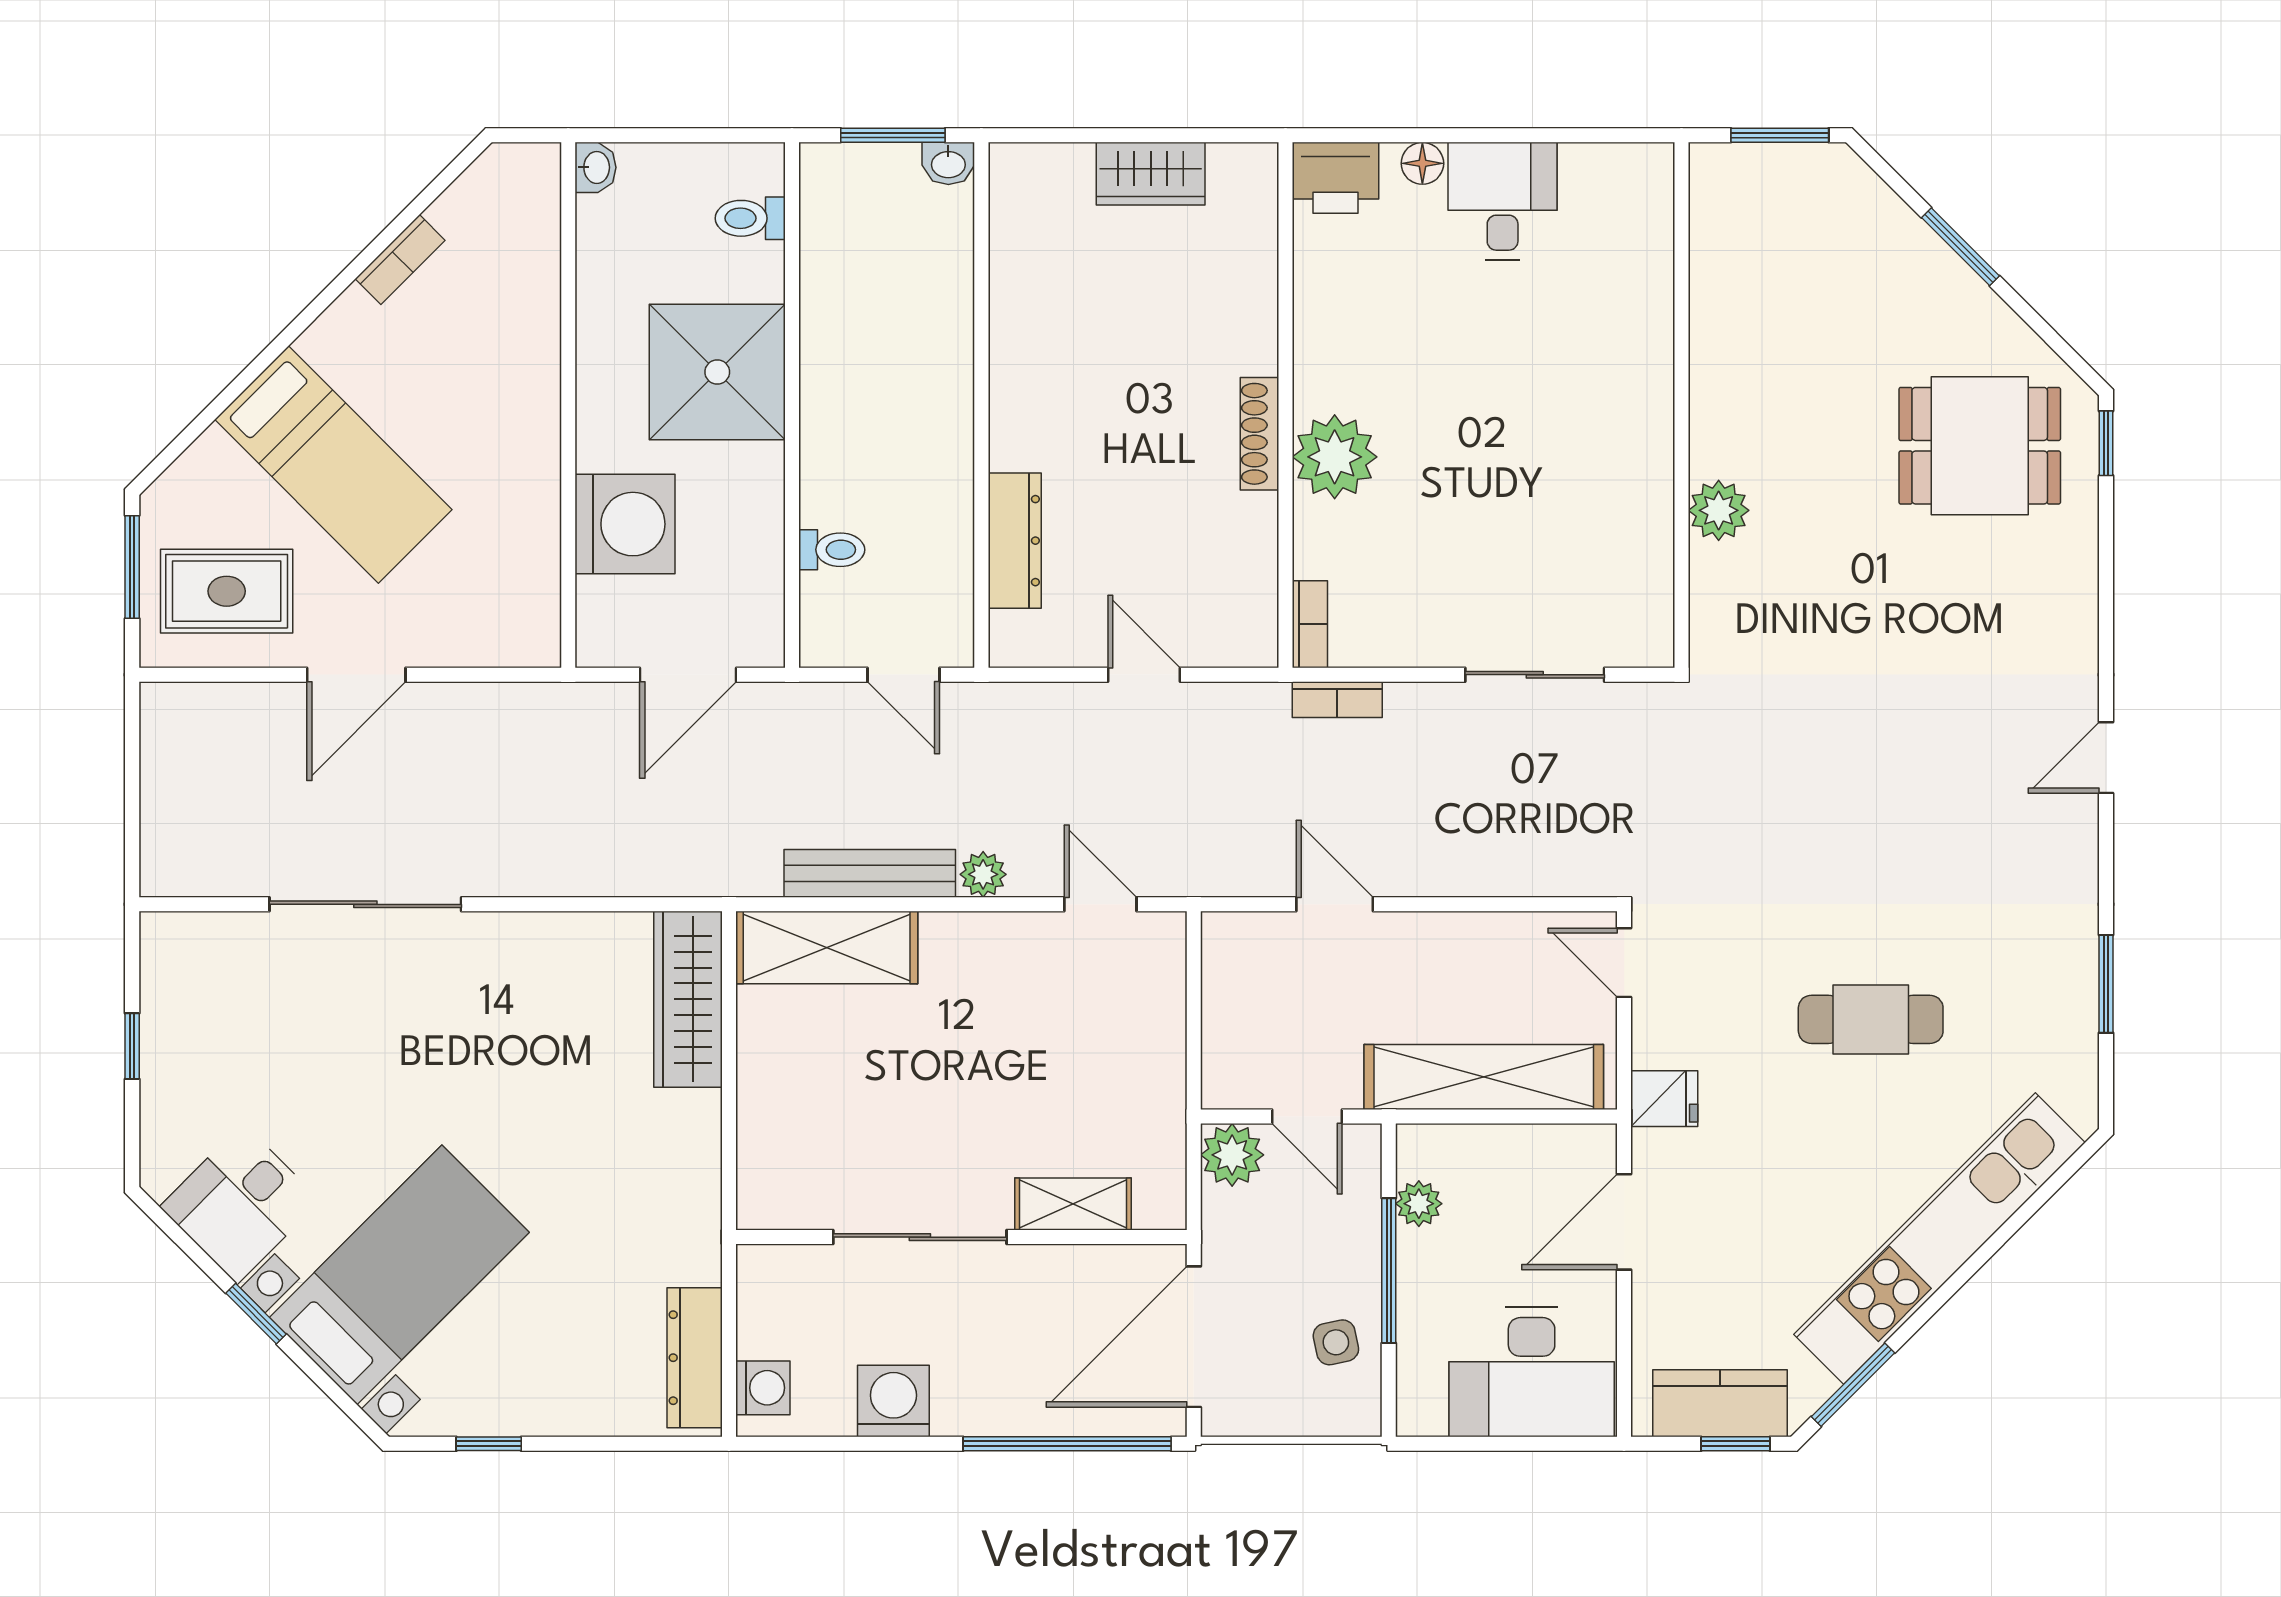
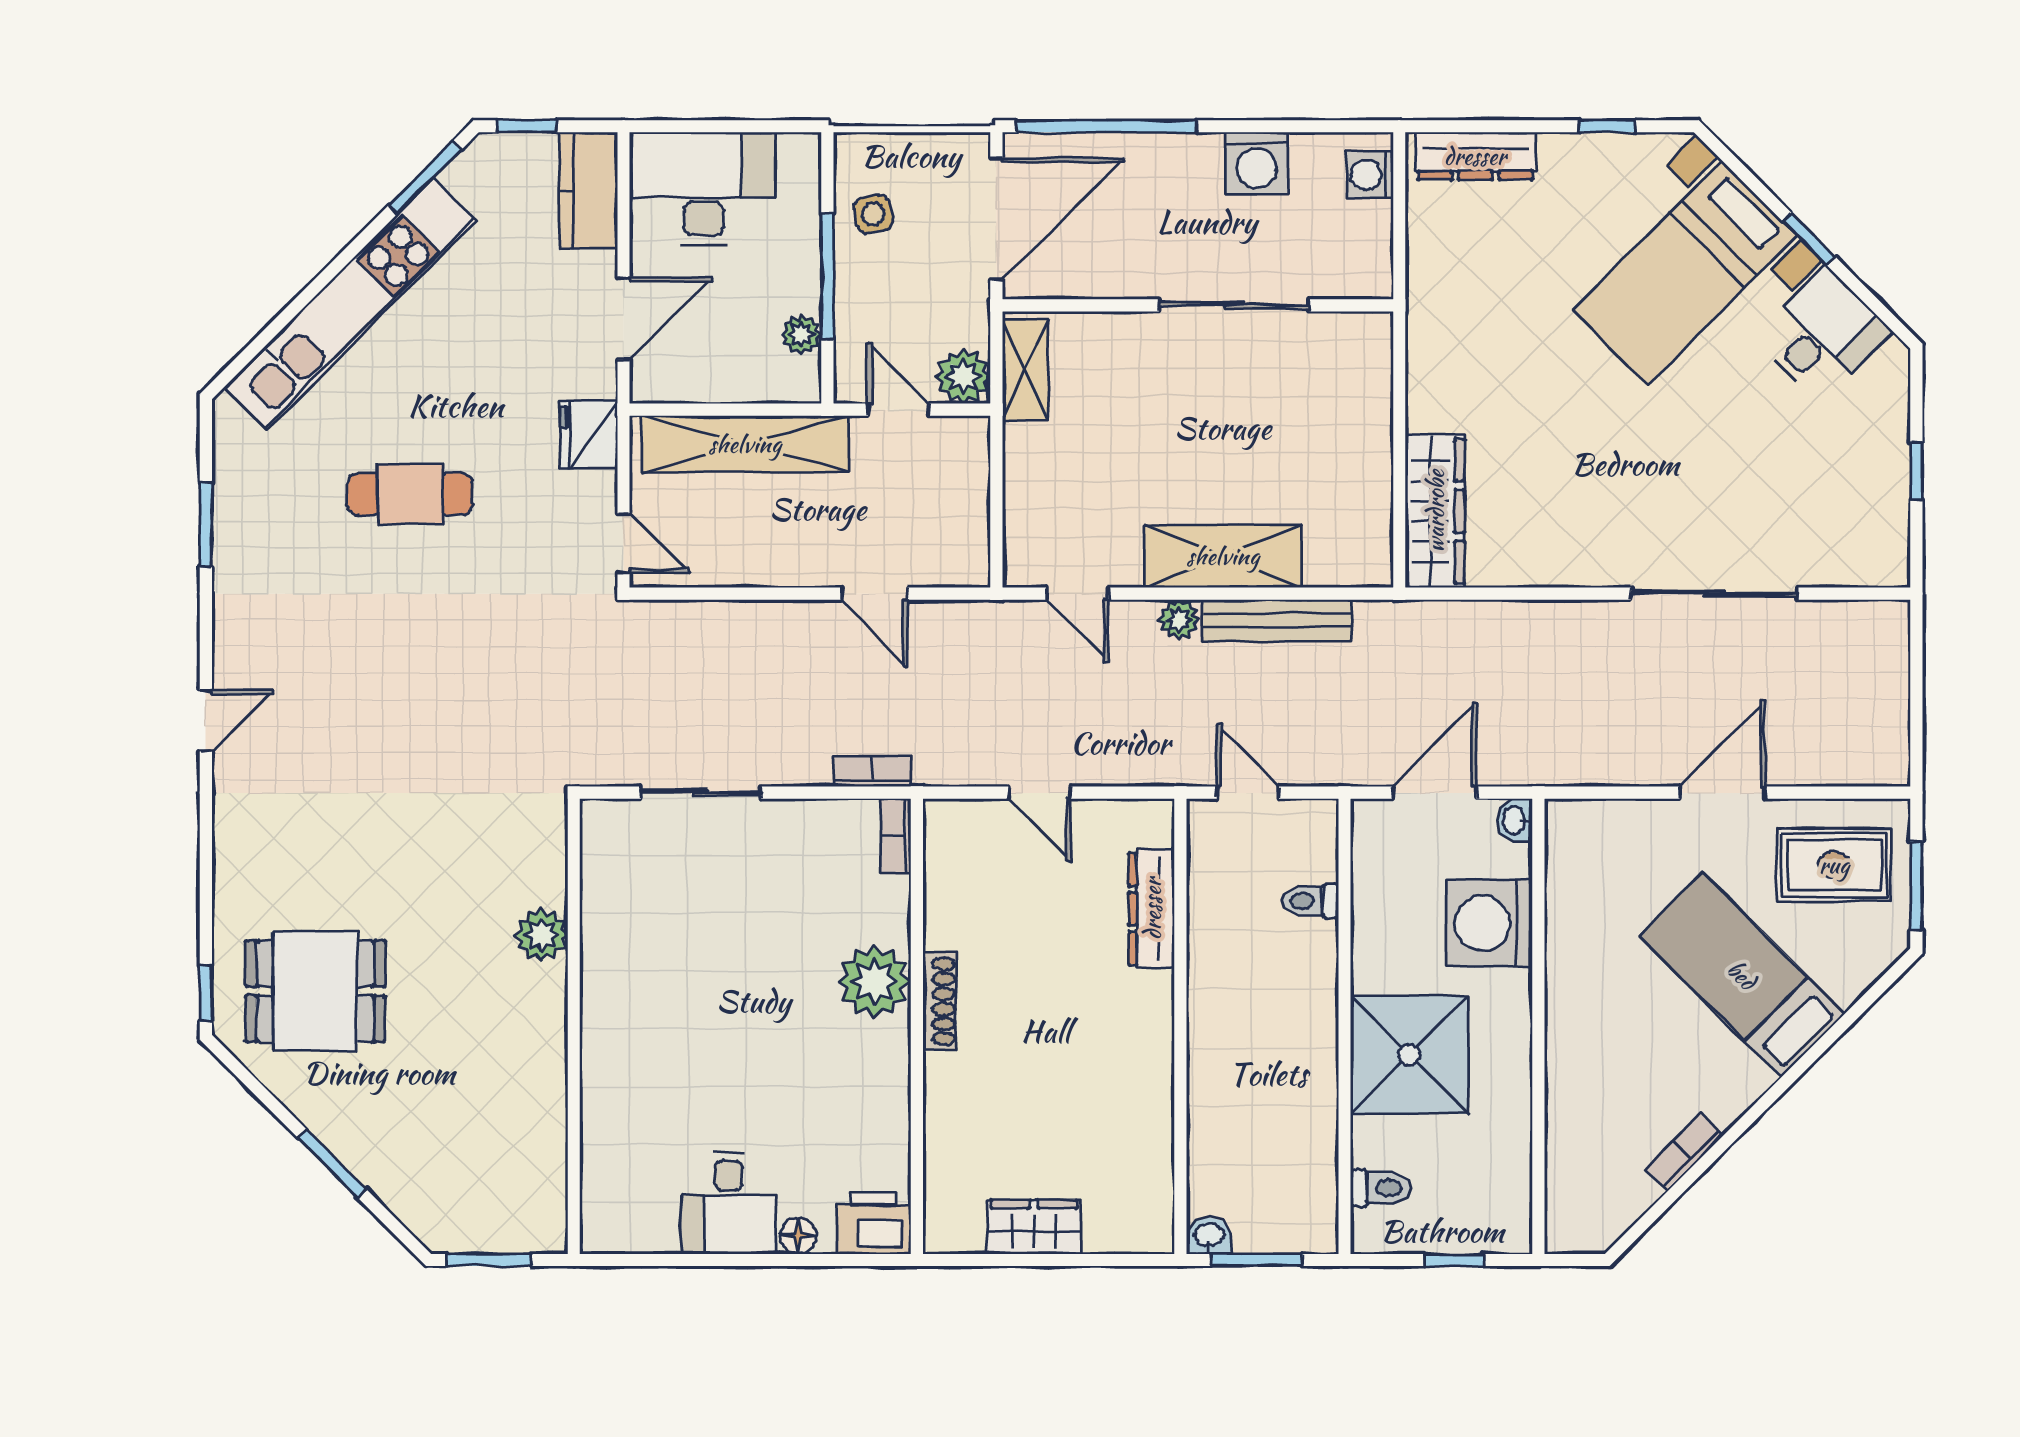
window: (665, 135) -> (1454, 1260), added
washbasin: (595, 167) -> (1515, 820), moved
shelving: (827, 947) -> (1223, 556), moved
fridge: (1664, 1099) -> (589, 435), width x1.38
shelving: (1073, 1204) -> (1025, 369), moved, turned 90
dresser: (695, 1358) -> (1475, 156), moved, turned 90
kitchen counter: (1720, 1403) -> (588, 190), moved, turned 90

